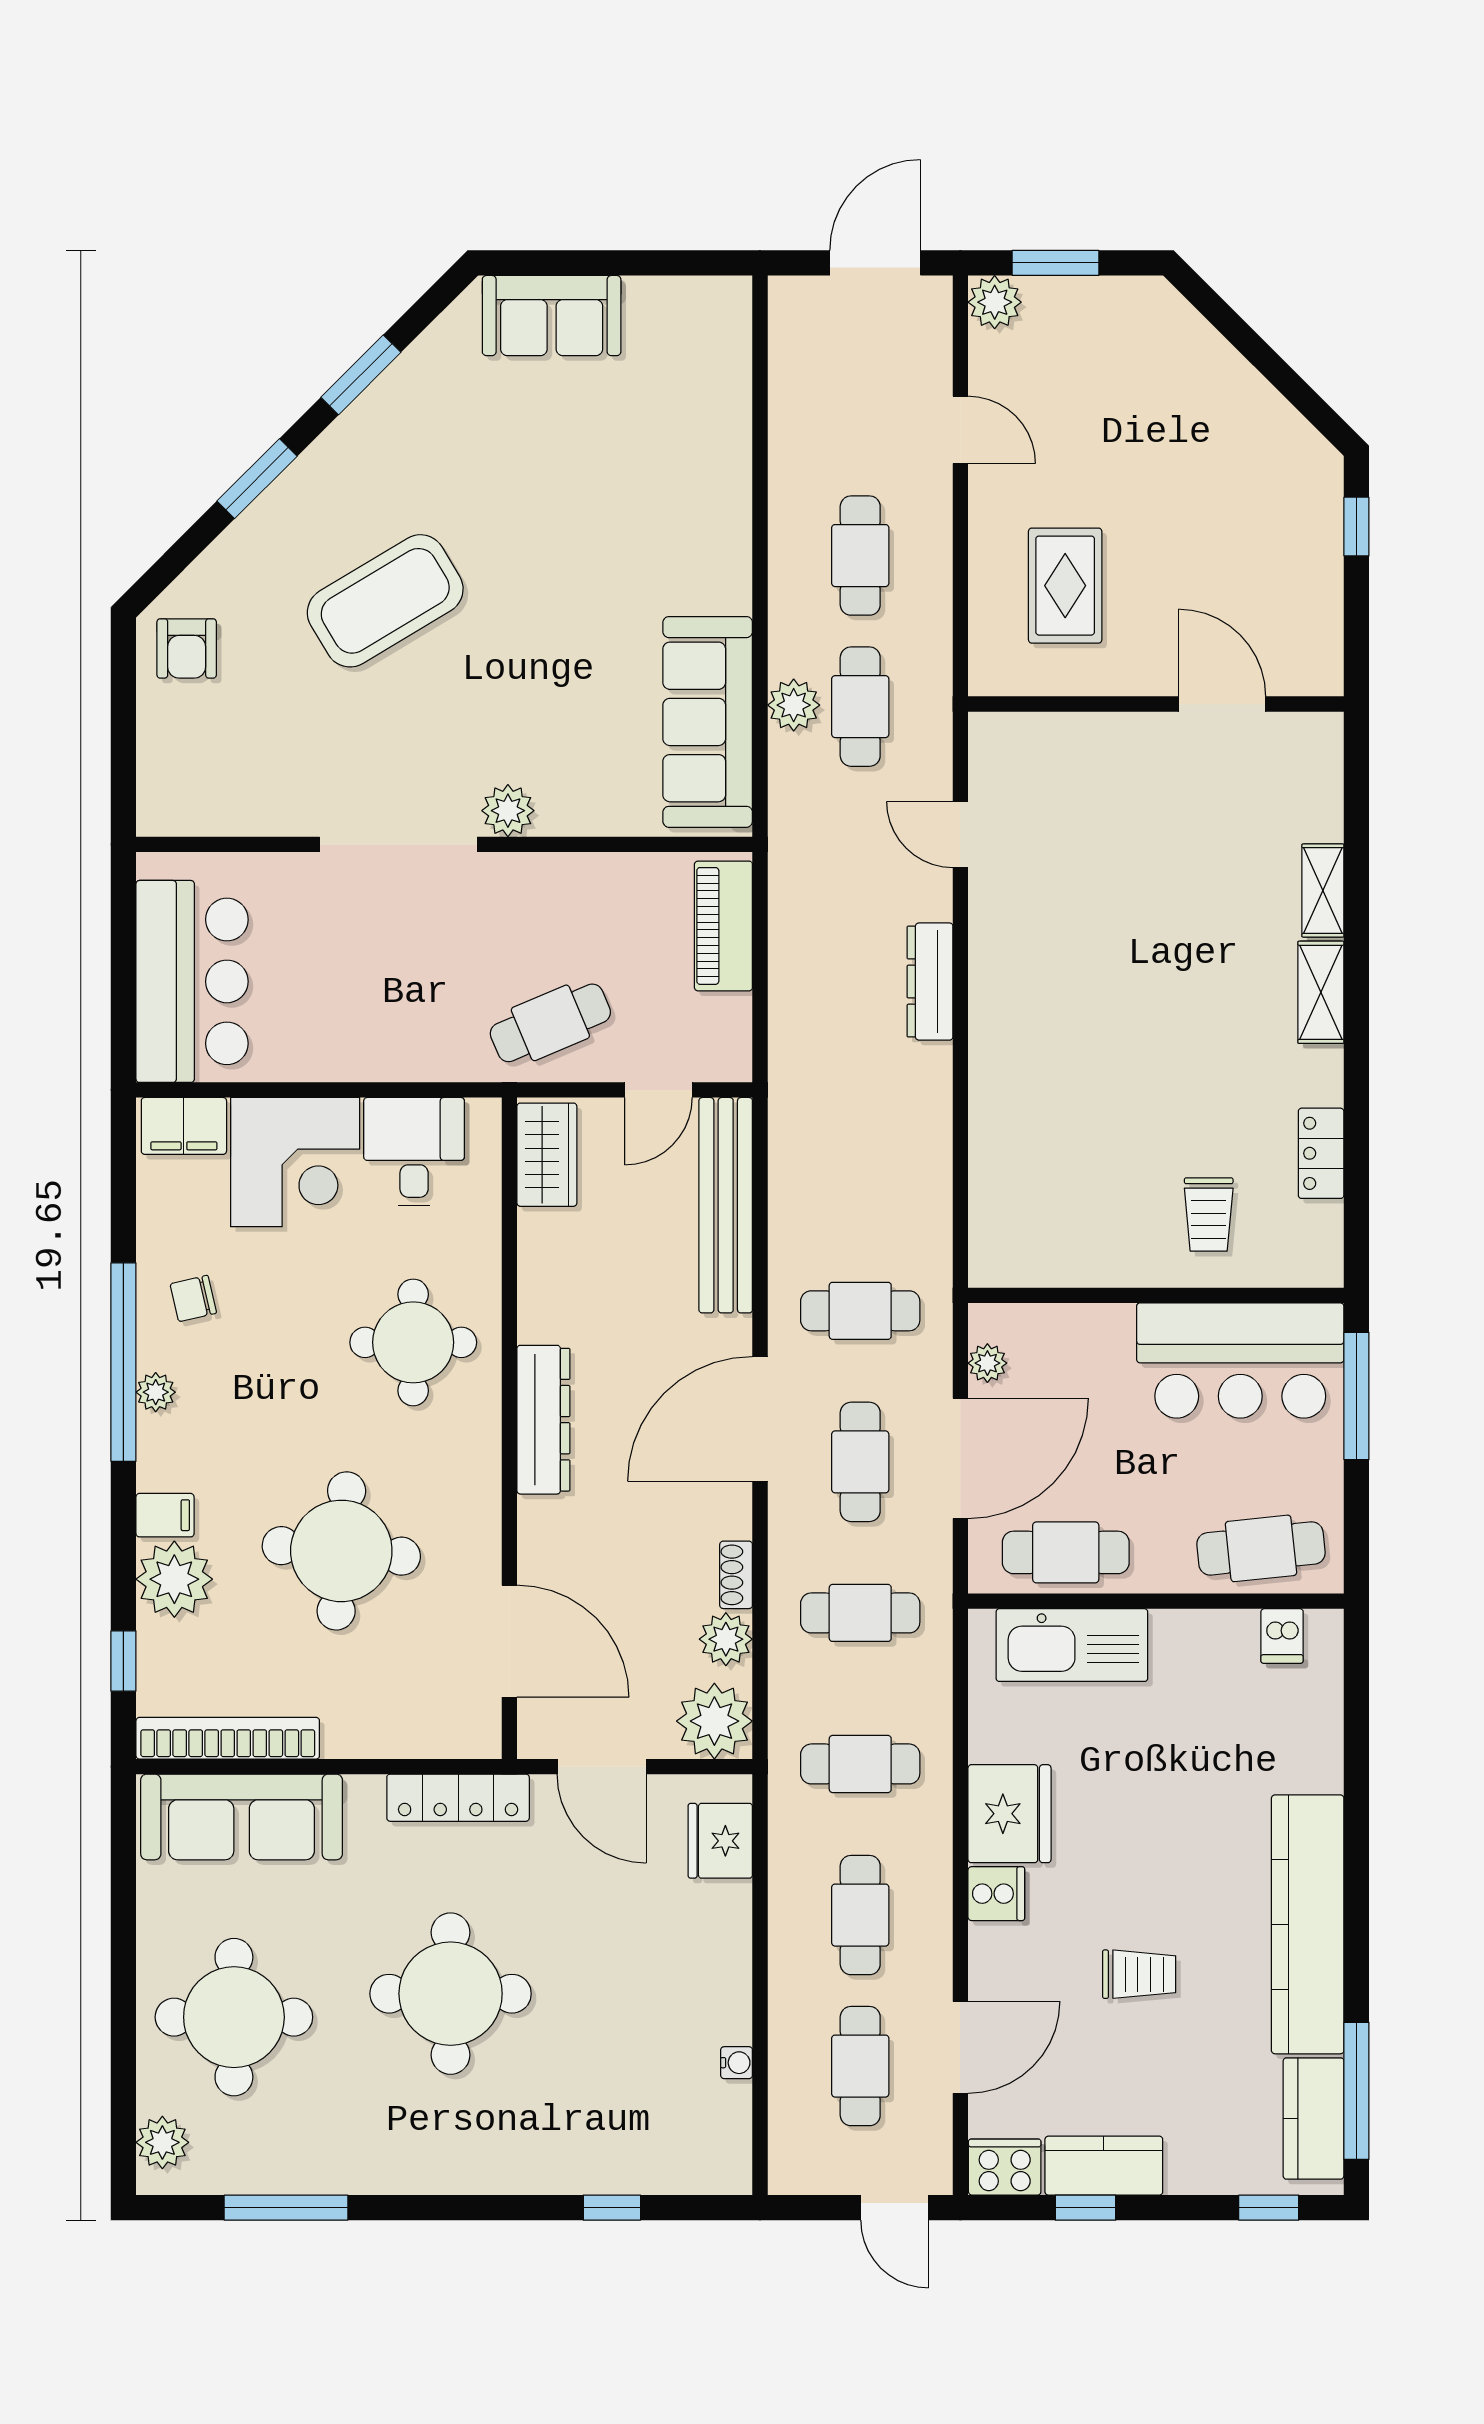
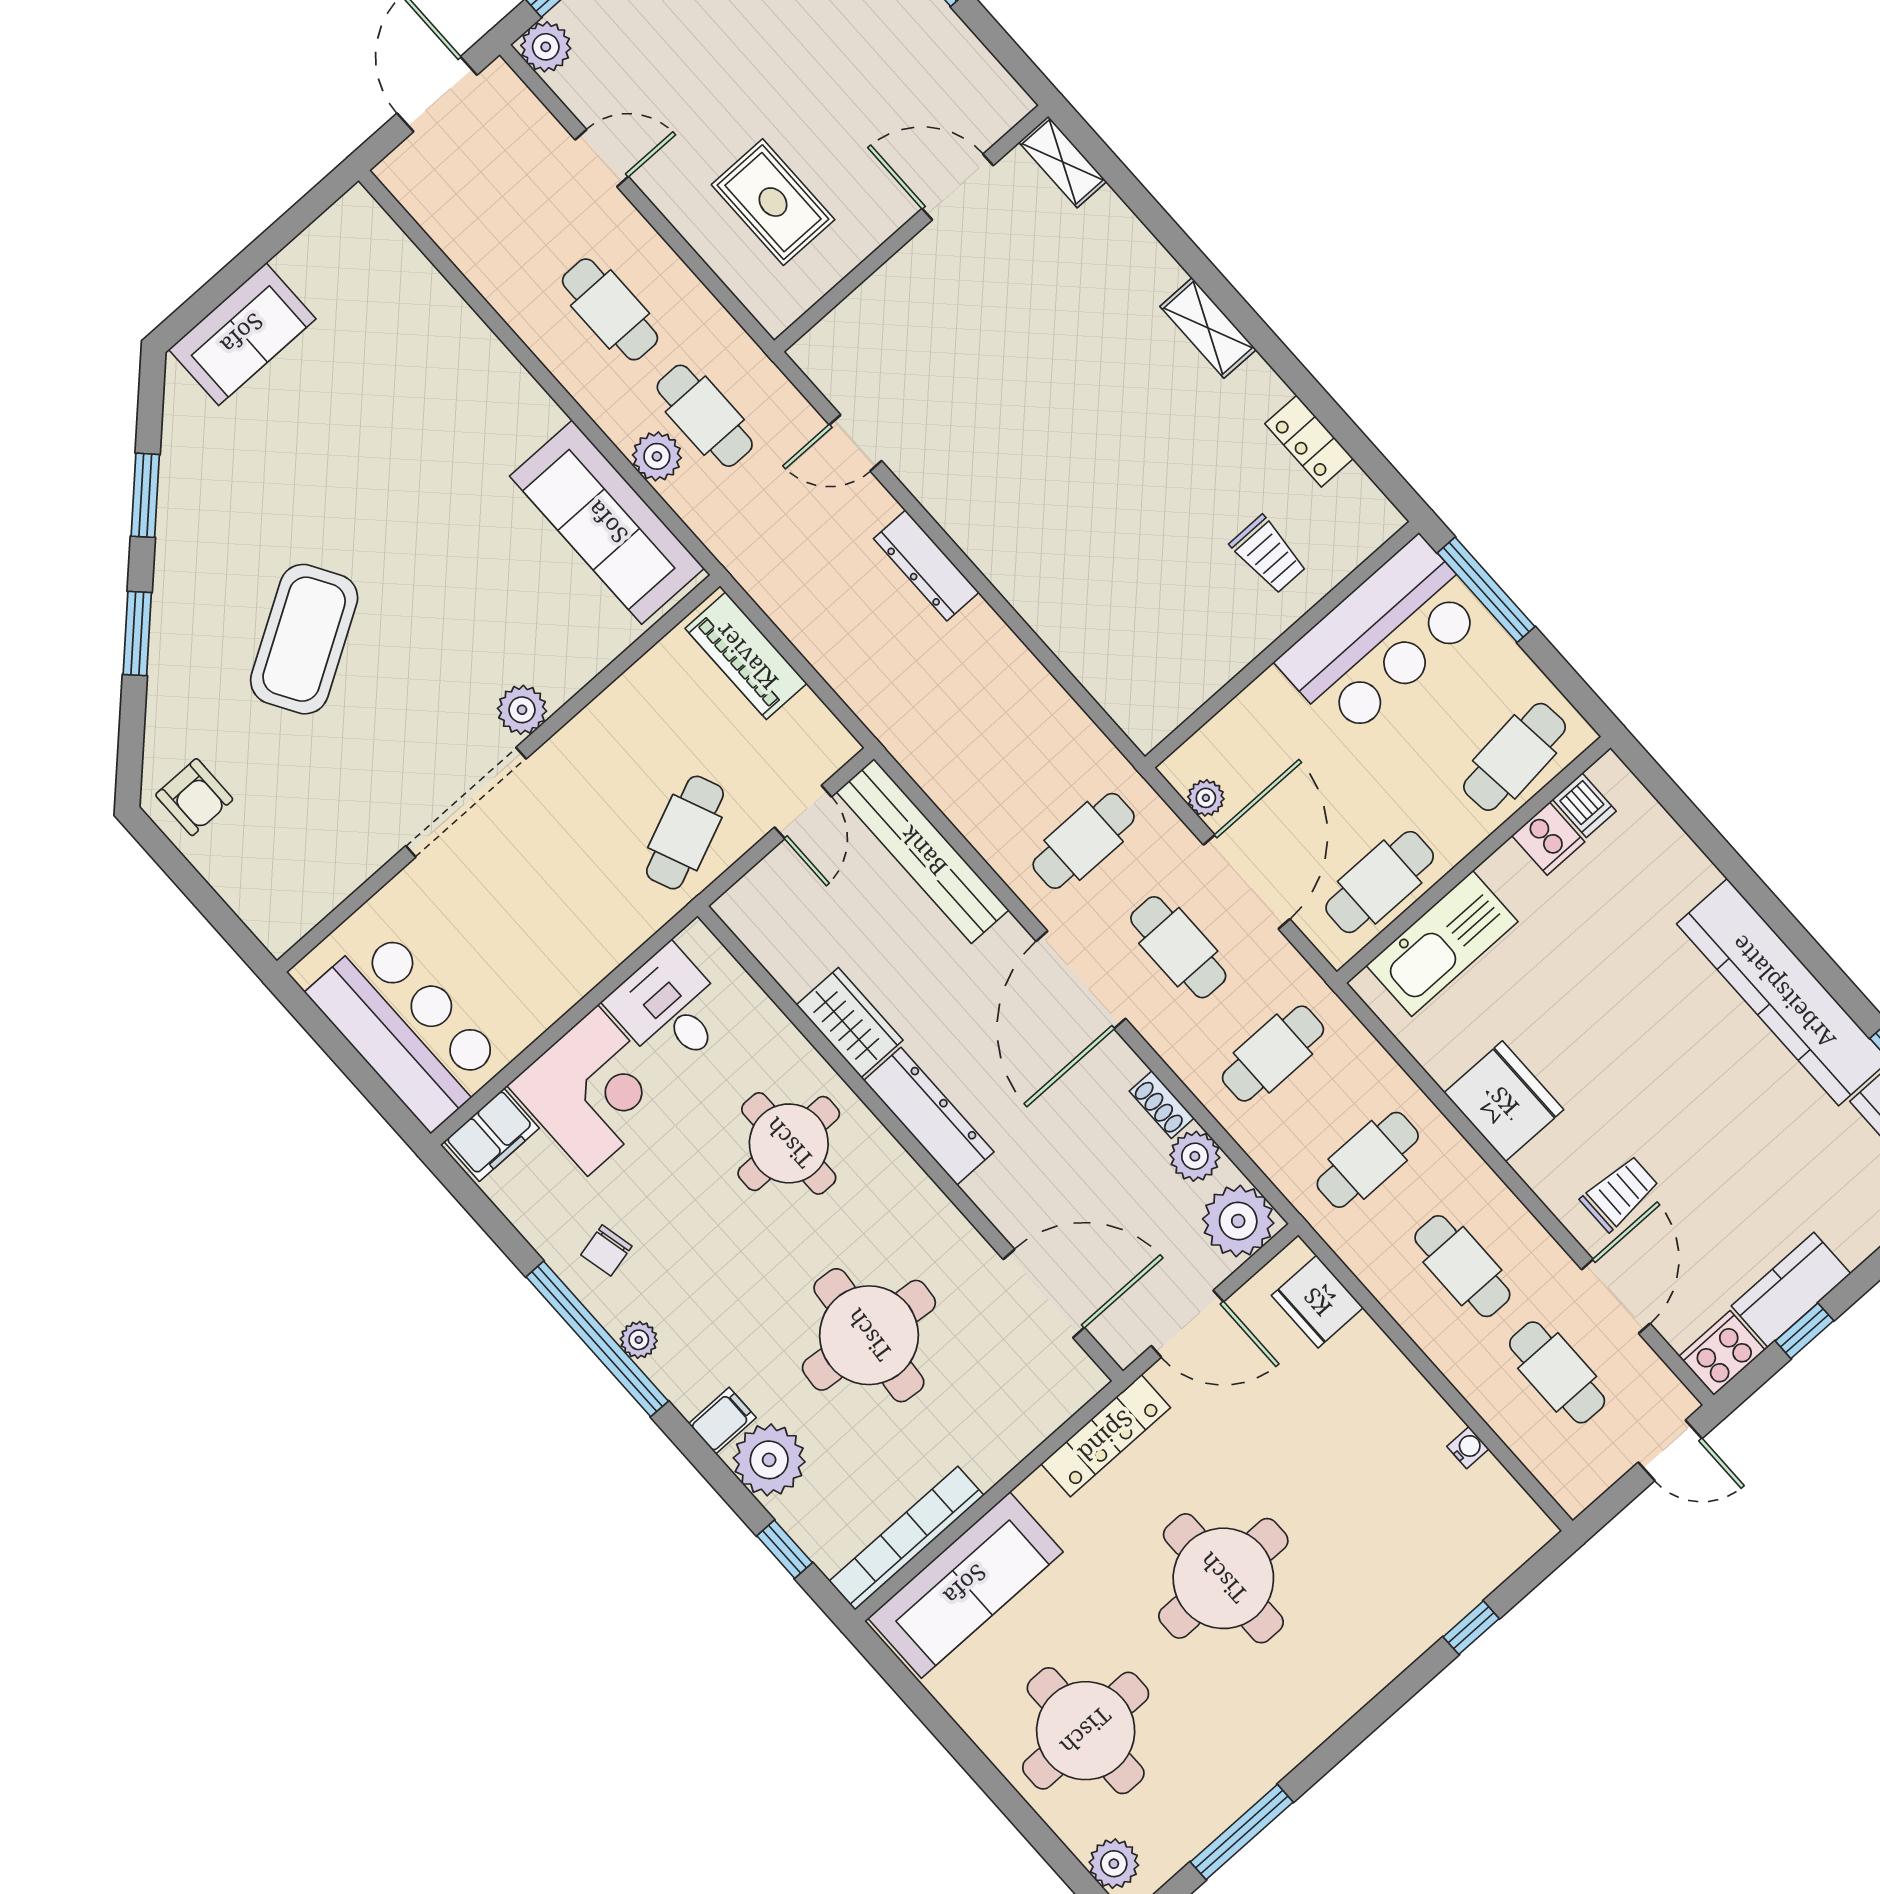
shelving: (1323, 891) -> (1063, 162), moved
wardrobe: (547, 1155) -> (850, 1022), moved
cooker: (996, 1894) -> (1548, 839), moved, turned 90
trolley: (1139, 1974) -> (1620, 1193), moved

